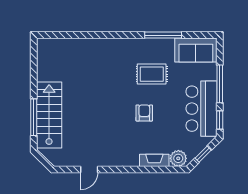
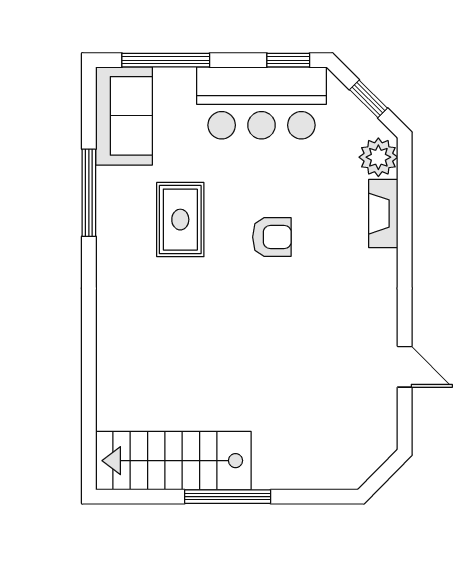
window: (220, 84) -> (166, 60), moved
armchair: (144, 113) -> (272, 237), turned 180
stairs: (49, 115) -> (173, 461), moved
window: (34, 117) -> (228, 497), moved

